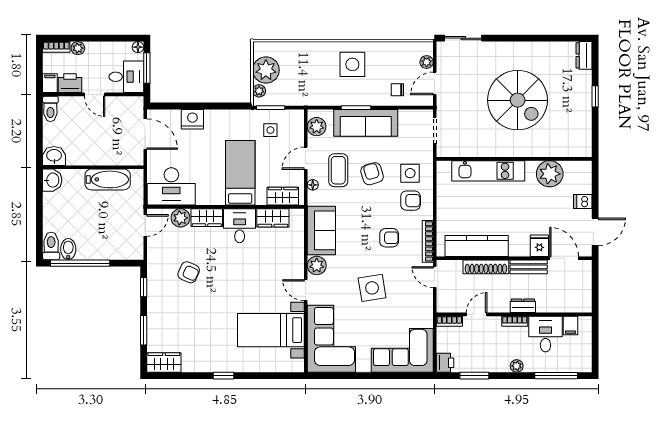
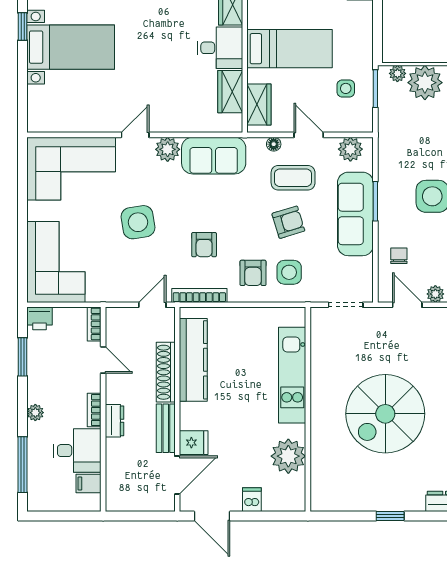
bed with nightstands: (271, 330) -> (71, 47), moved, turned 90

